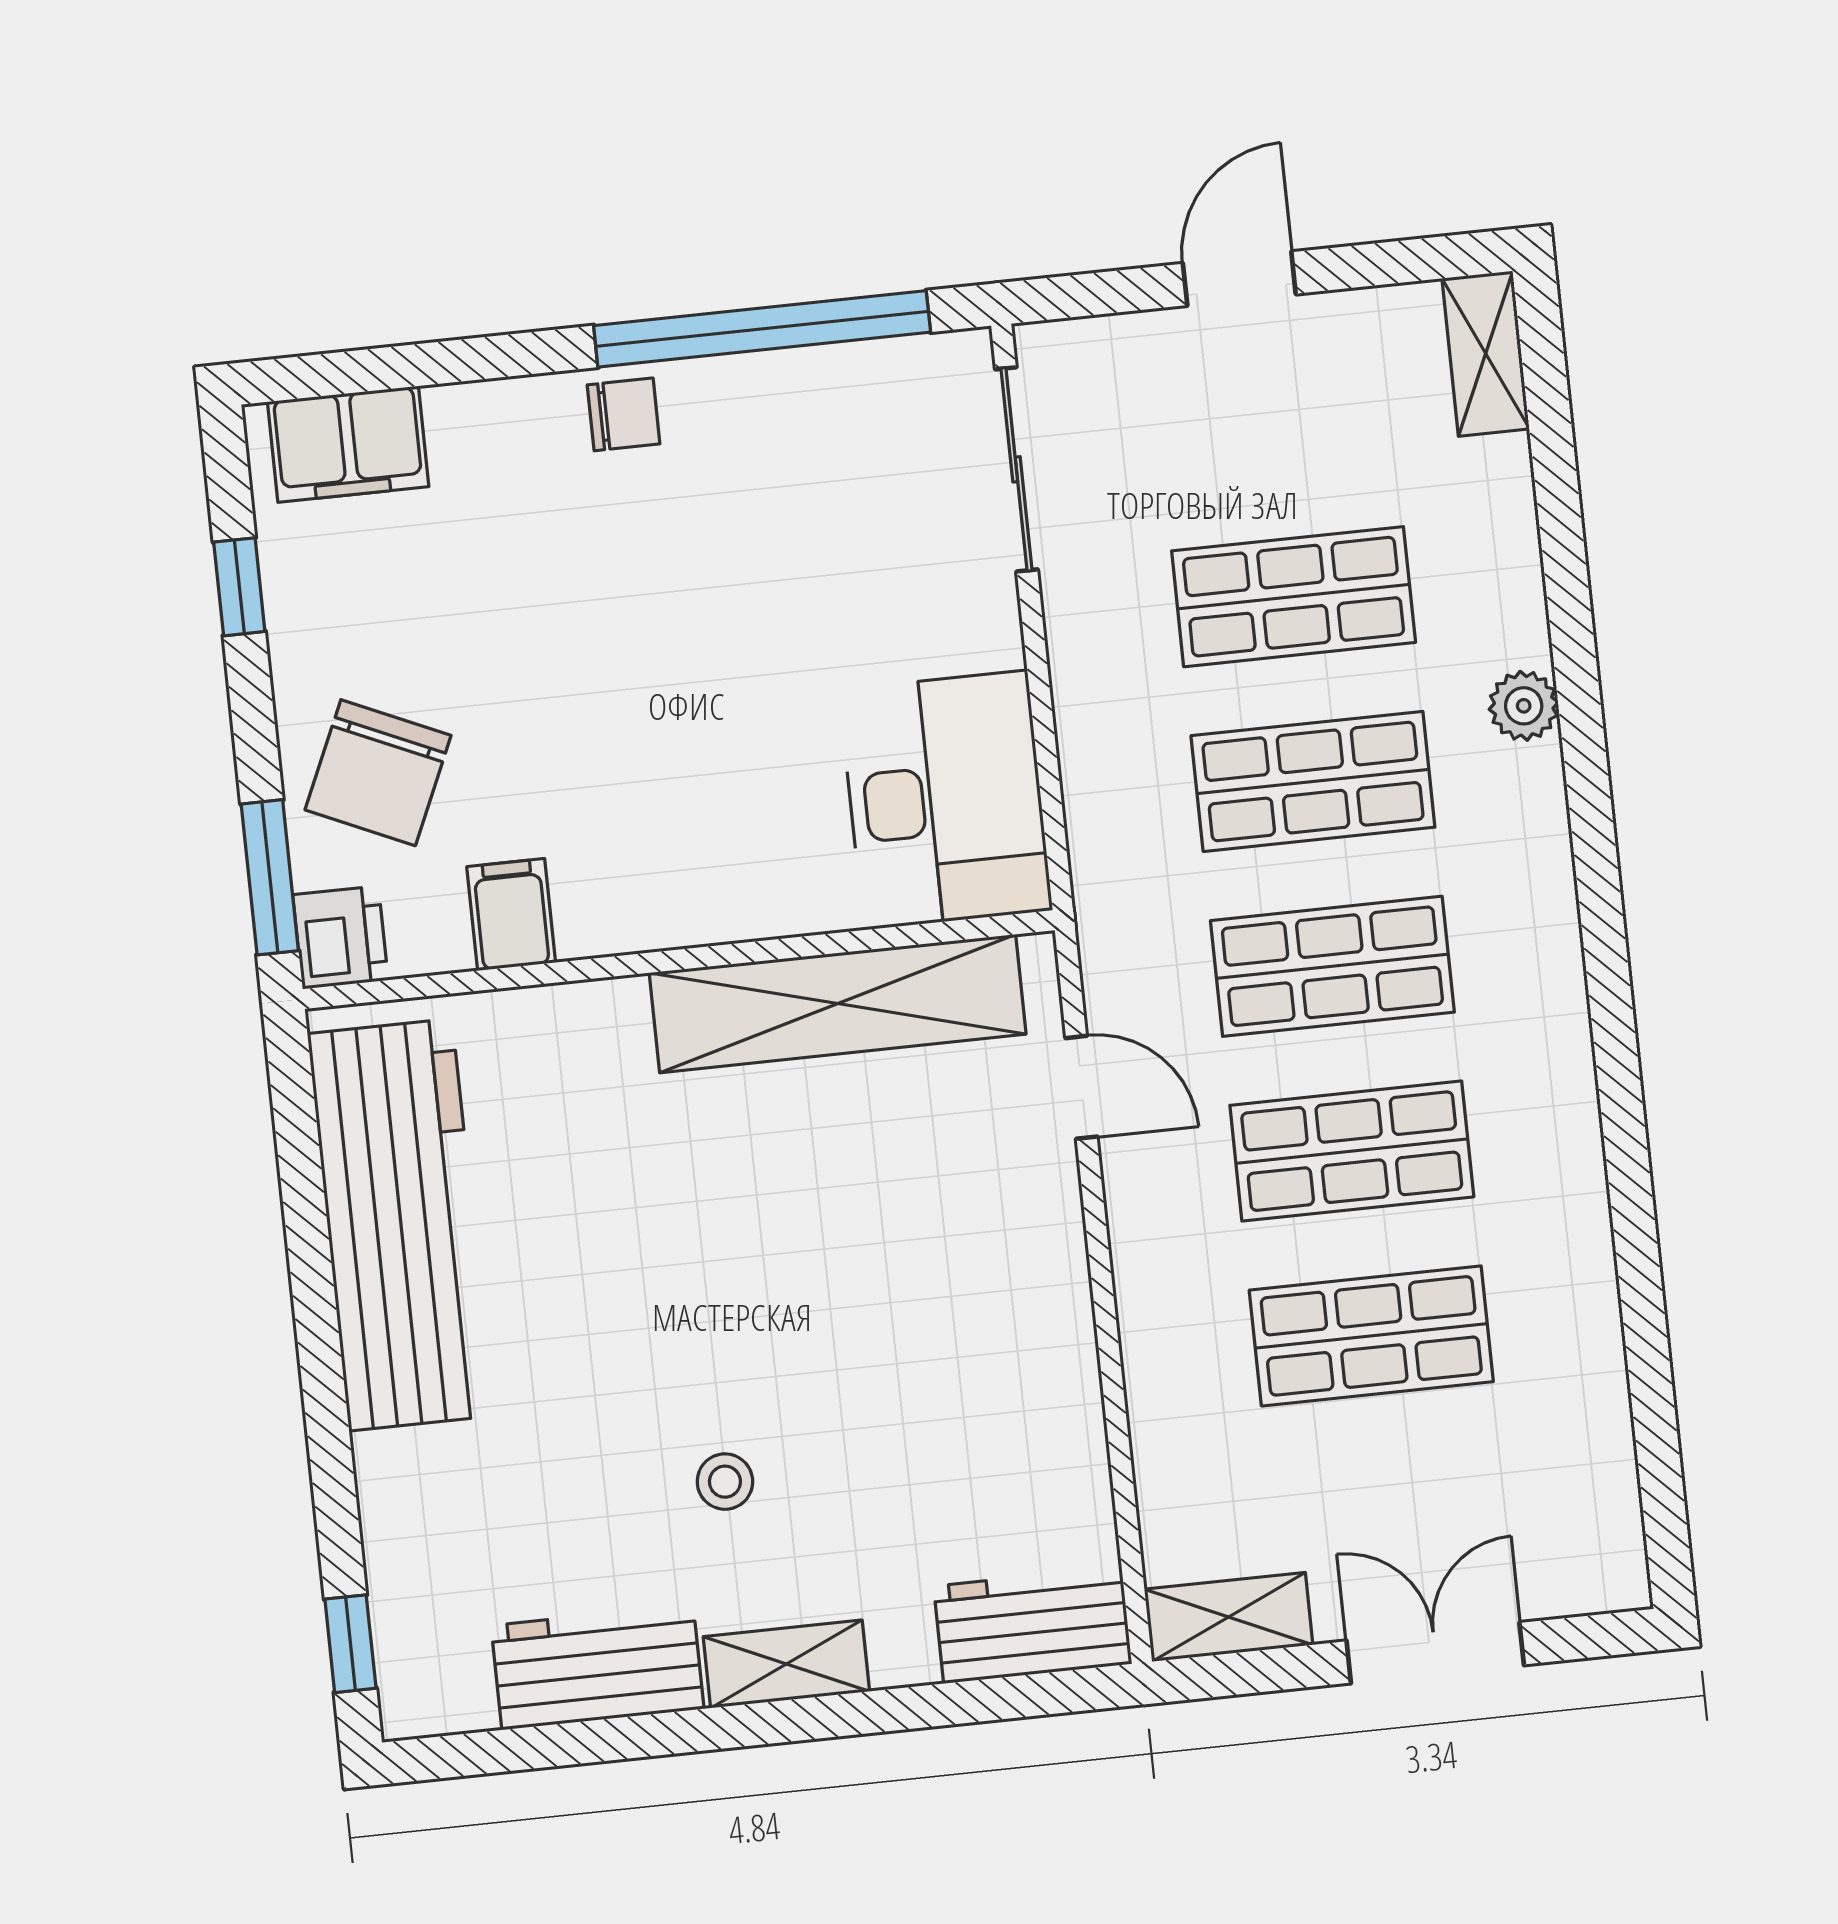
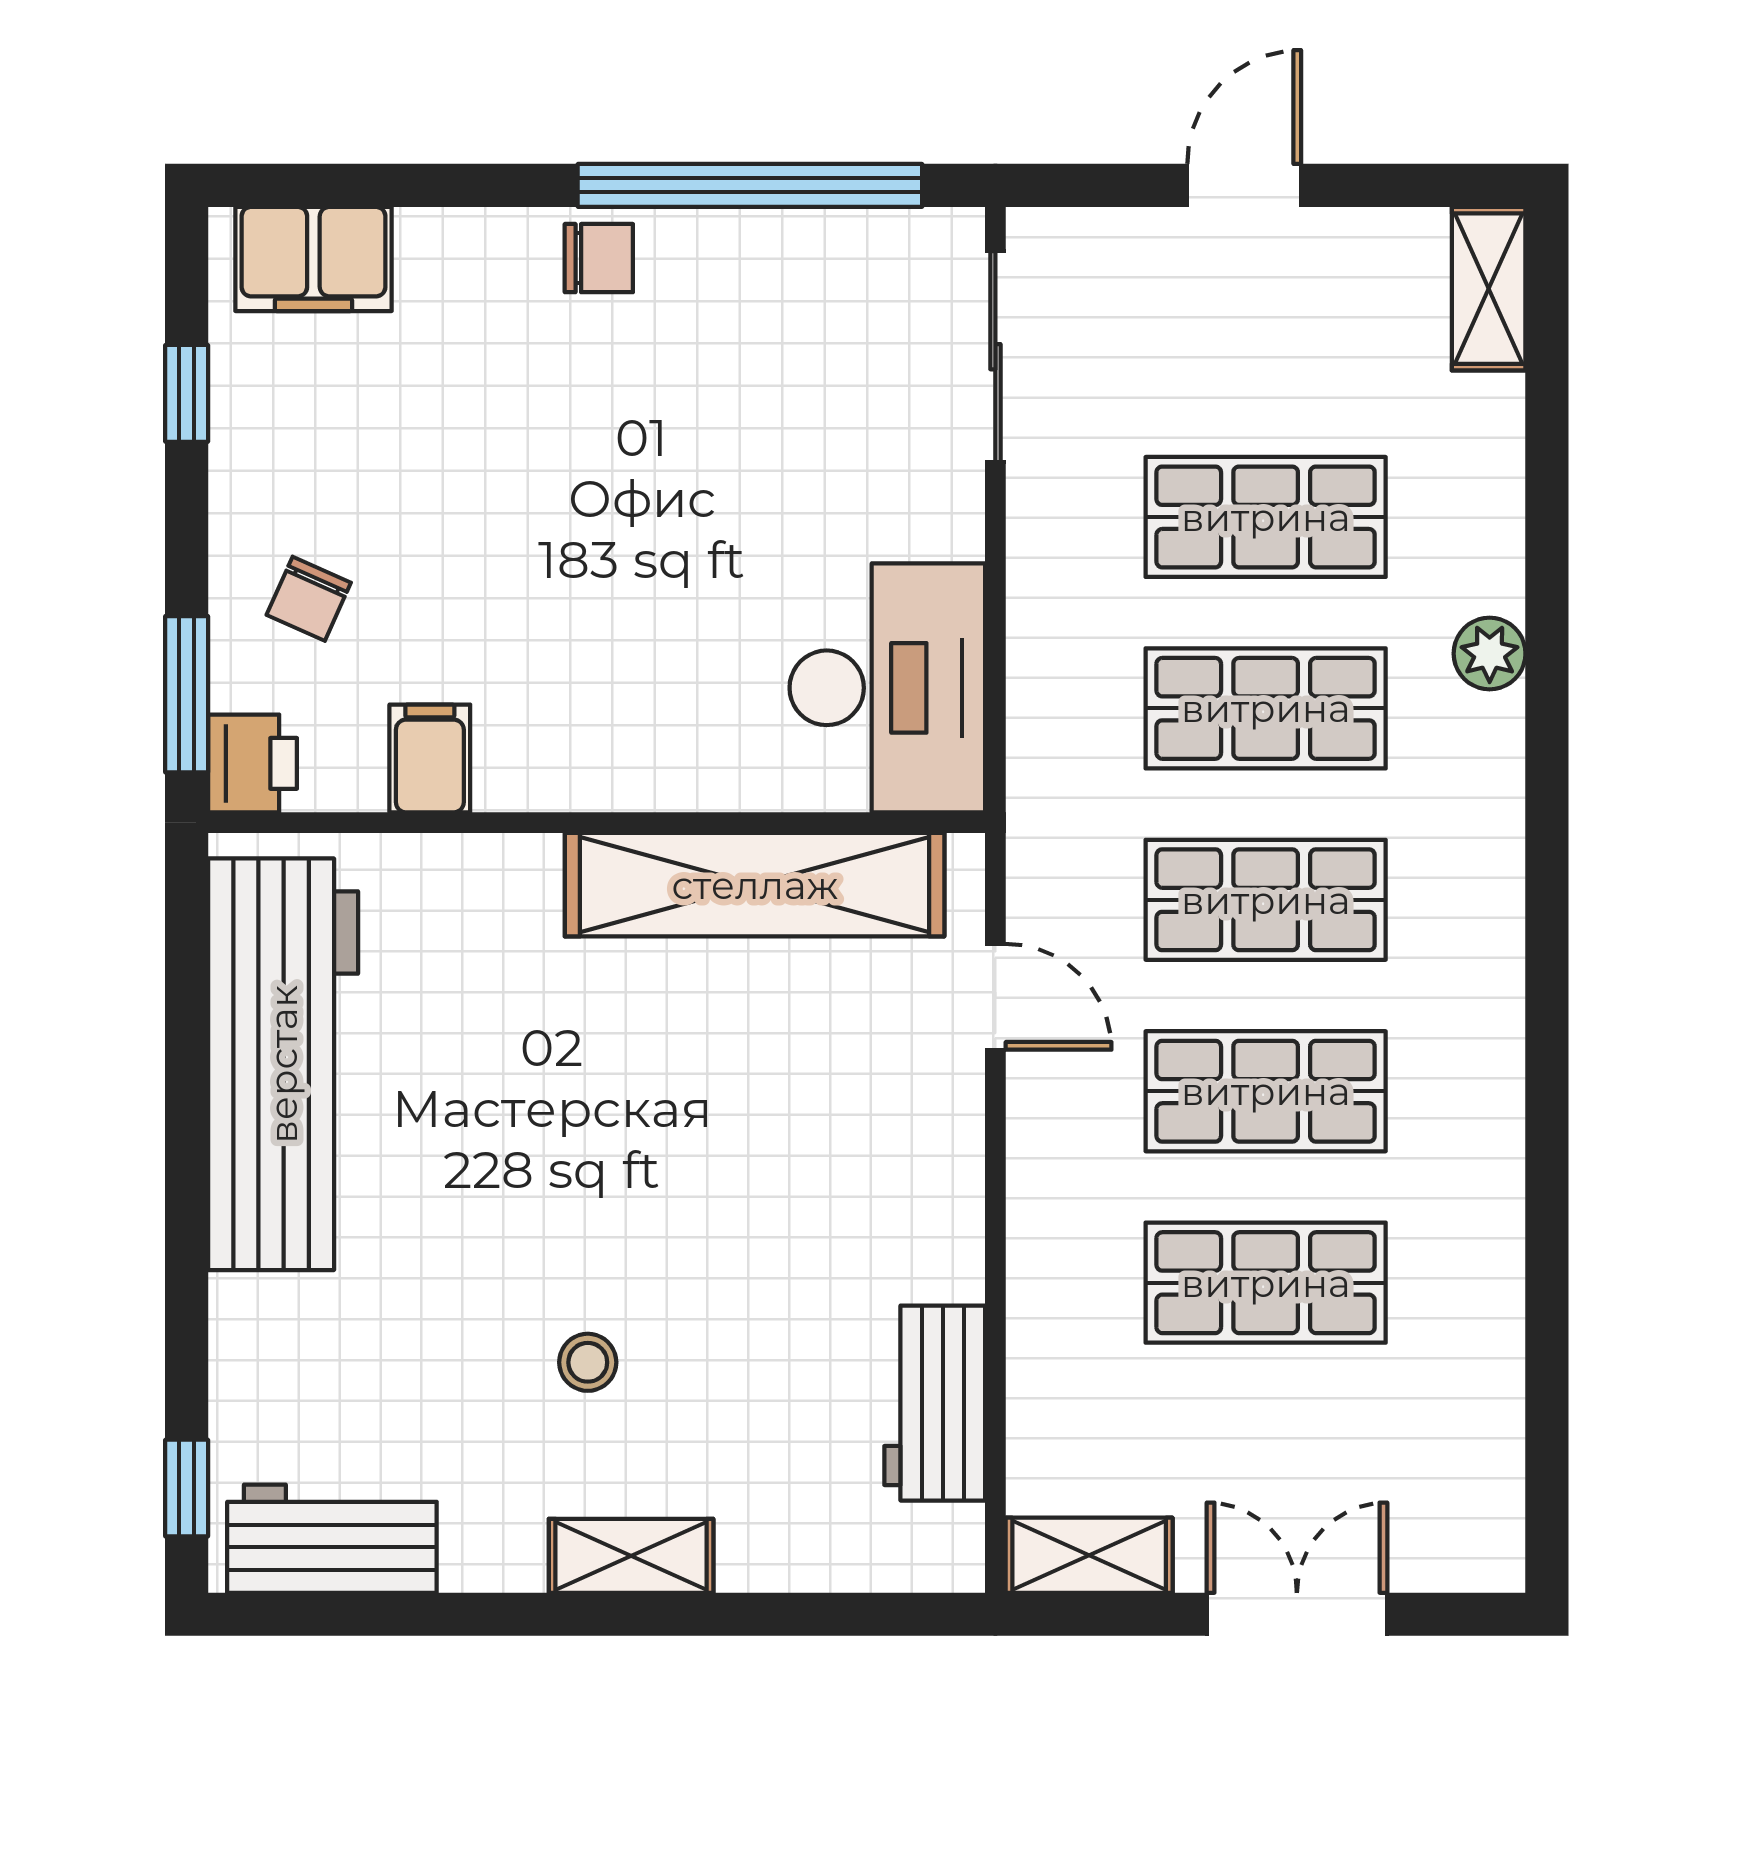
chair: (378, 773) -> (309, 599), width x0.54, depth x0.54
workbench: (1033, 1625) -> (935, 1403), moved, turned -90
workbench: (597, 1667) -> (332, 1539), moved

